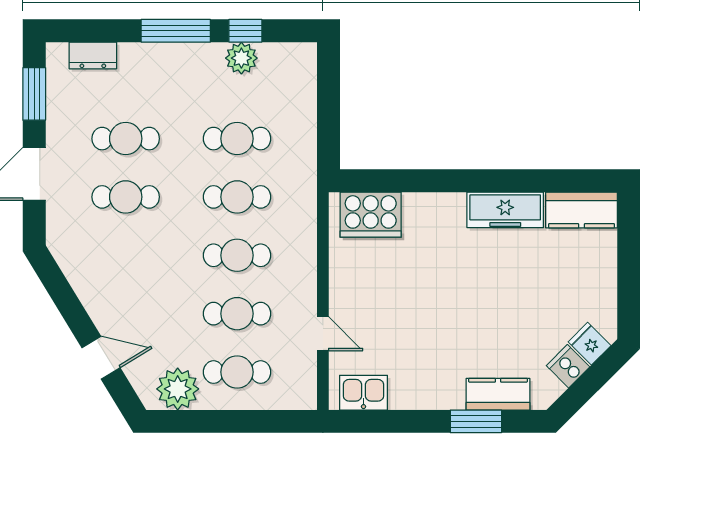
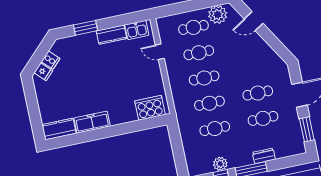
dresser: (93, 55) -> (264, 156), moved
kitchen counter: (498, 394) -> (111, 35), moved

